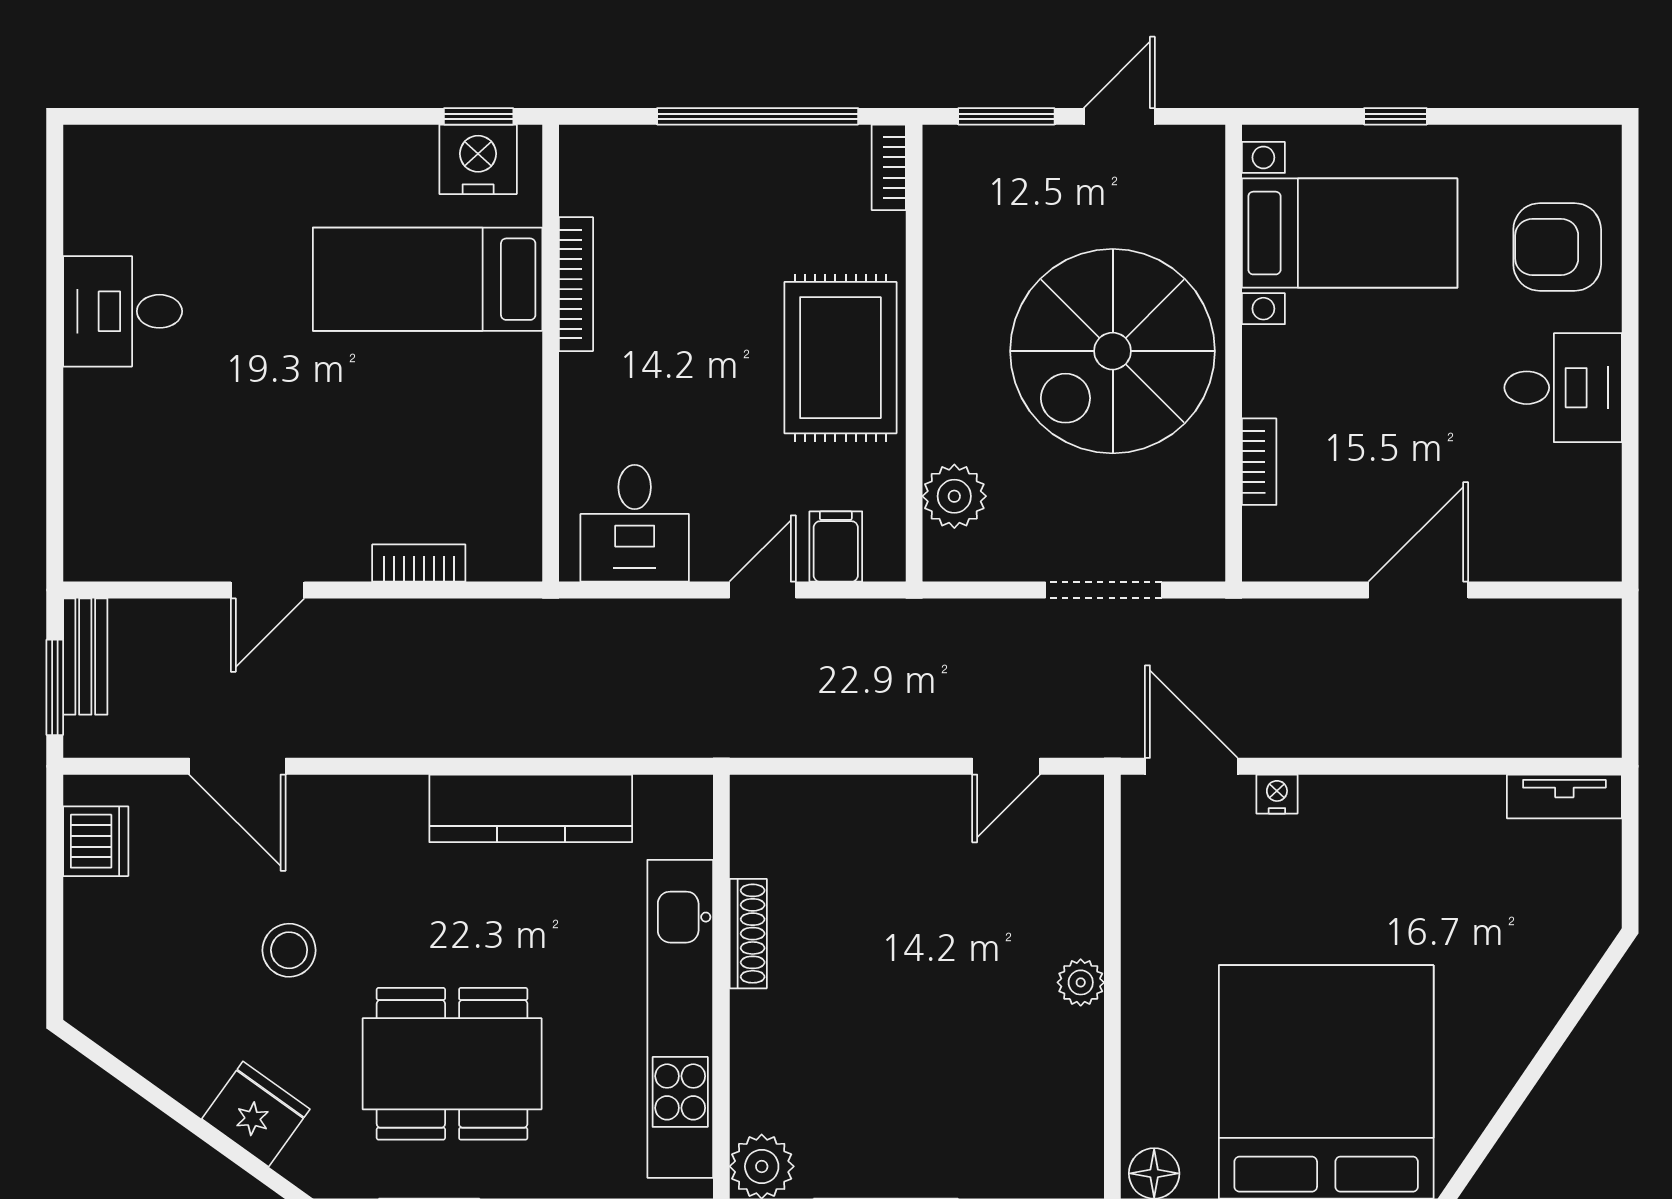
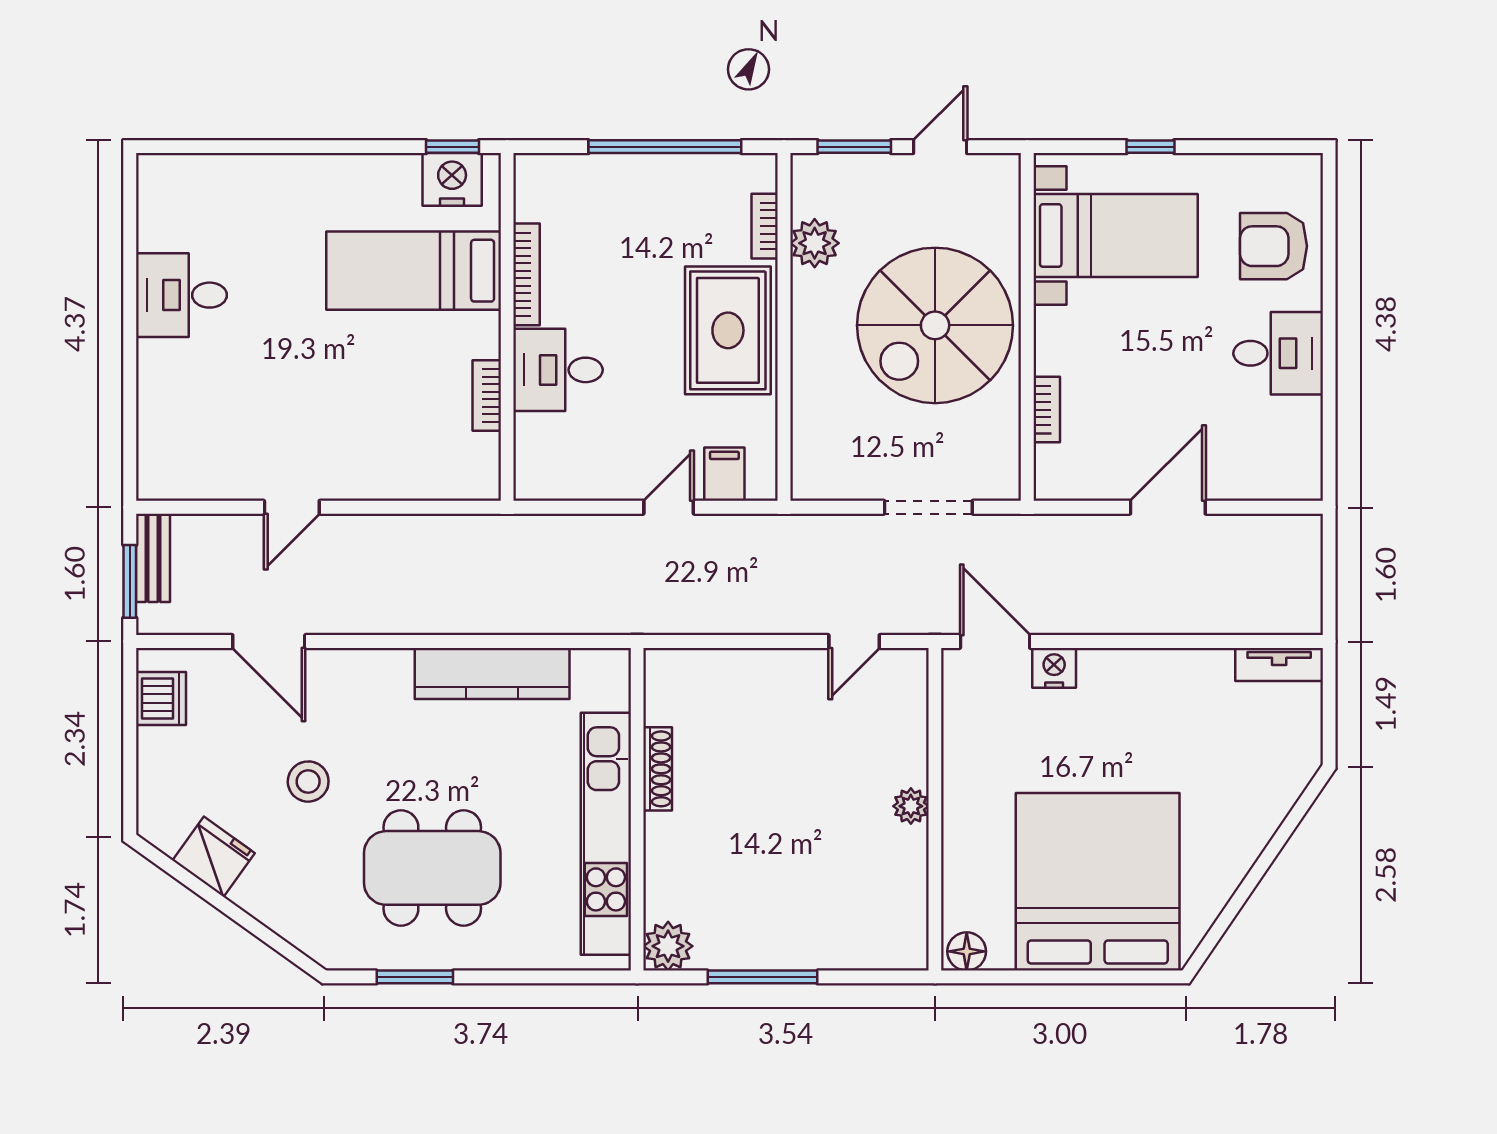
bookcase: (889, 167) -> (765, 226), moved
plant: (954, 496) -> (815, 243), moved
desk: (635, 523) -> (558, 370), moved, turned 90
bookcase: (419, 563) -> (487, 395), moved, turned -90
nightstand: (1277, 794) -> (1054, 668), width x1.39, depth x1.35
fridge: (256, 1114) -> (214, 857), moved

